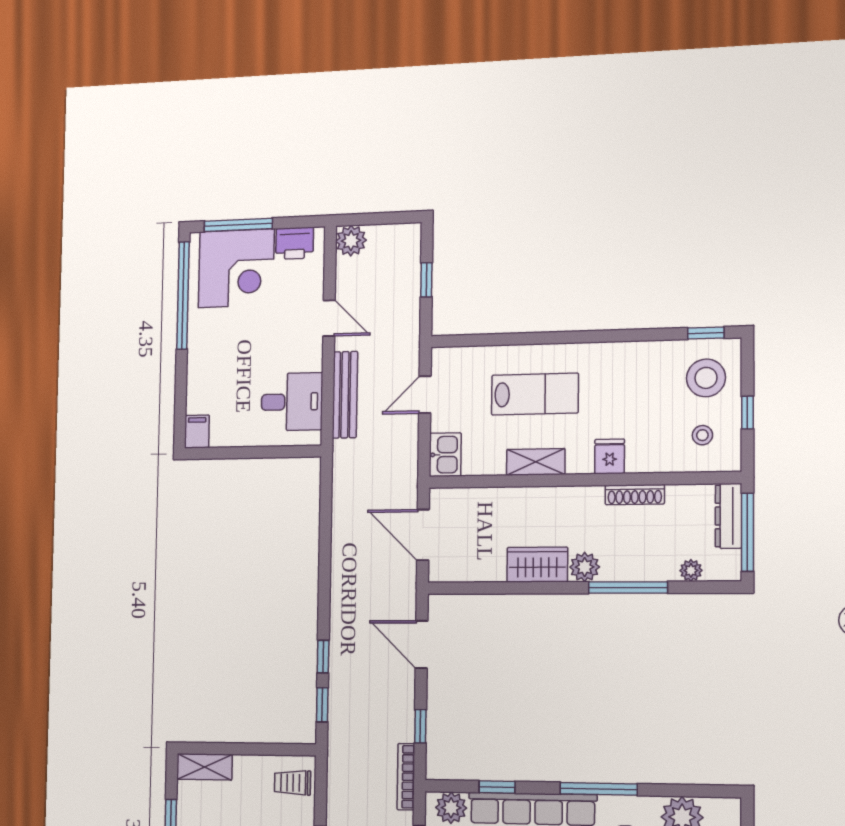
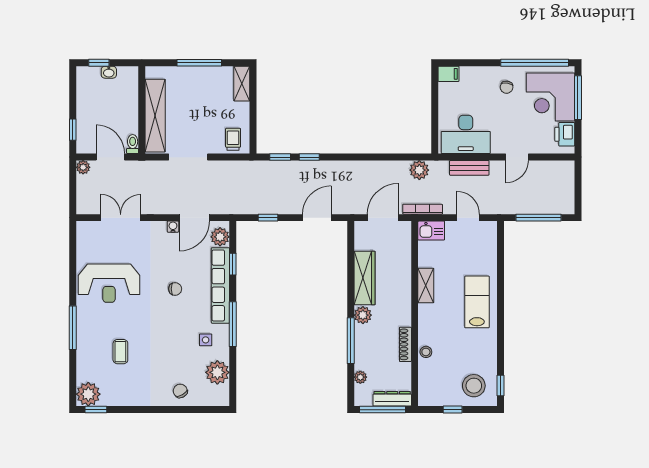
plant: (351, 241) -> (419, 170), moved
window: (426, 280) -> (539, 218), width x2.17
chair: (220, 339) -> (507, 87), added
lab bench: (535, 394) -> (477, 302), moved, turned 180
bench: (345, 395) -> (469, 168), width x0.73
desk: (292, 402) -> (466, 134), width x1.37
stool: (702, 435) -> (426, 352), moved
fridge: (610, 456) -> (428, 329), removed
wardrobe: (537, 565) -> (364, 278), width x1.50
bookcase: (406, 777) -> (423, 209), moved

